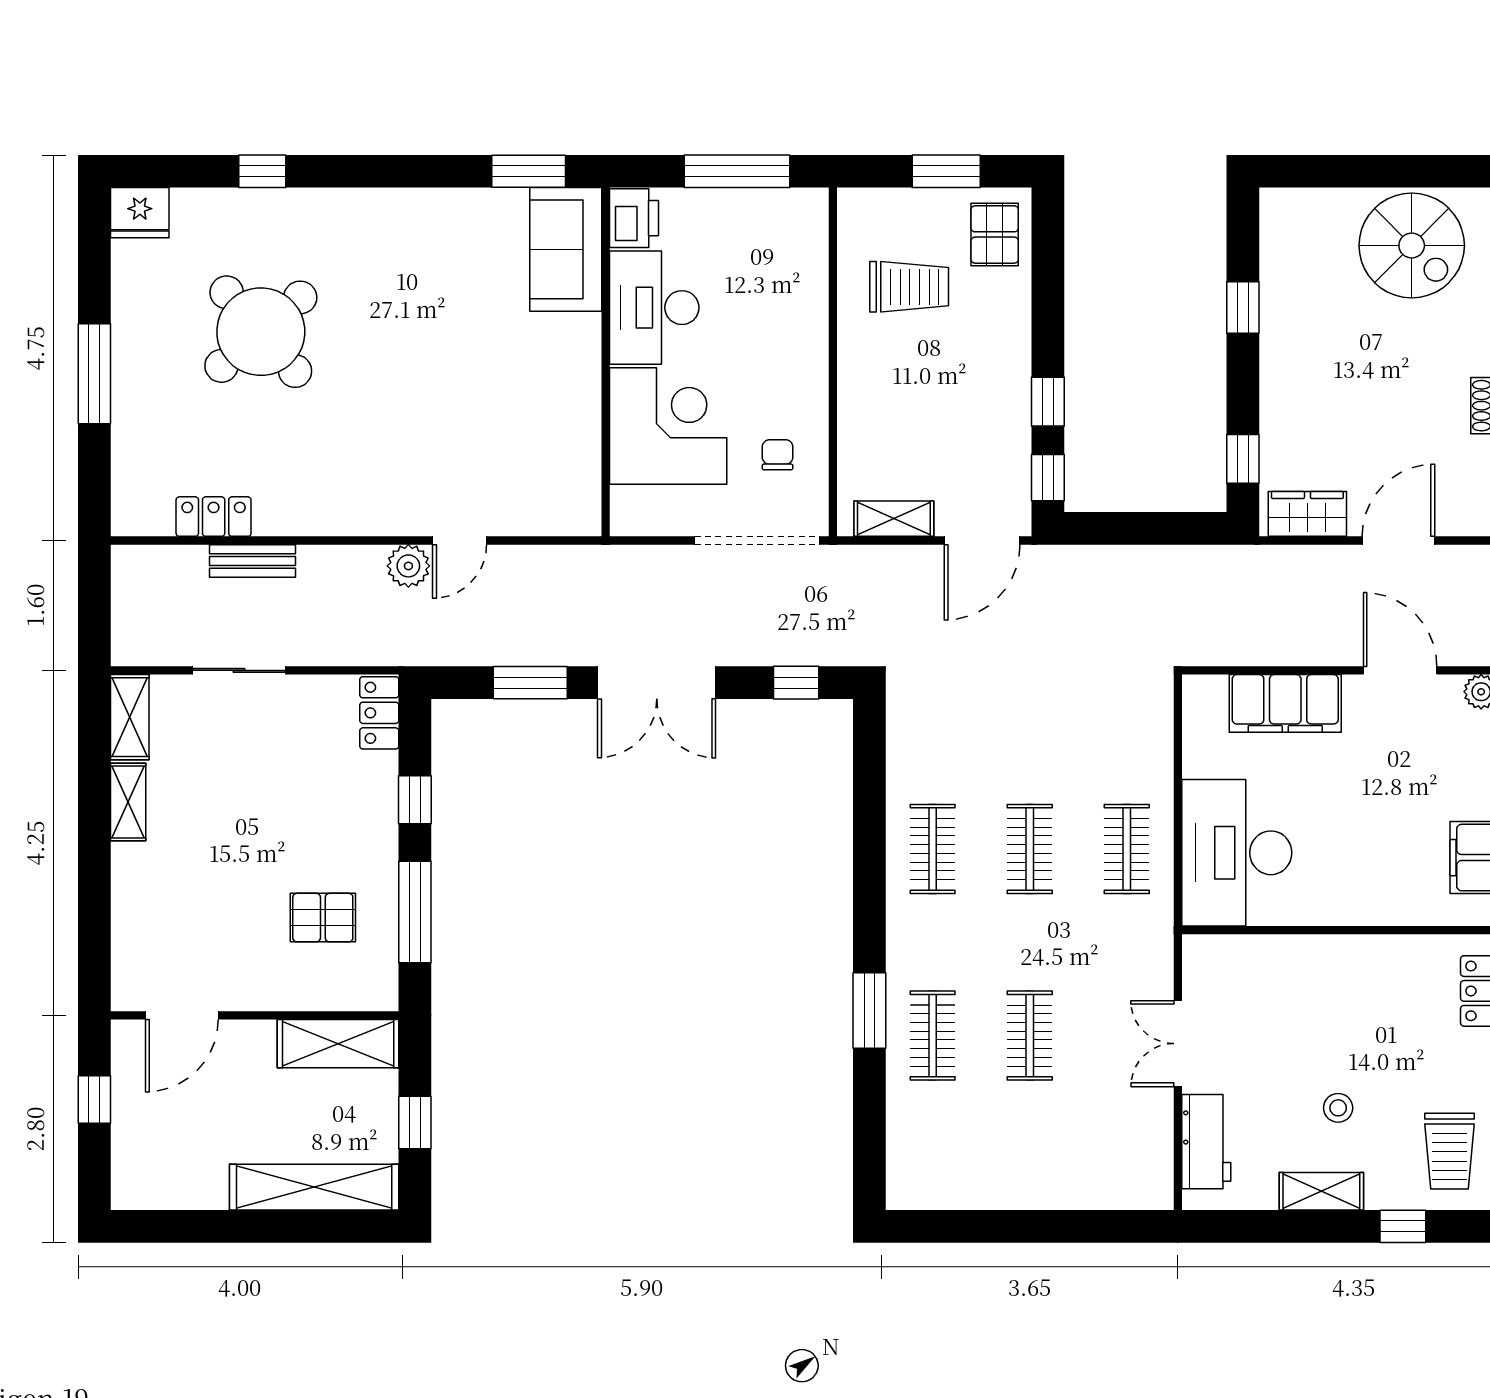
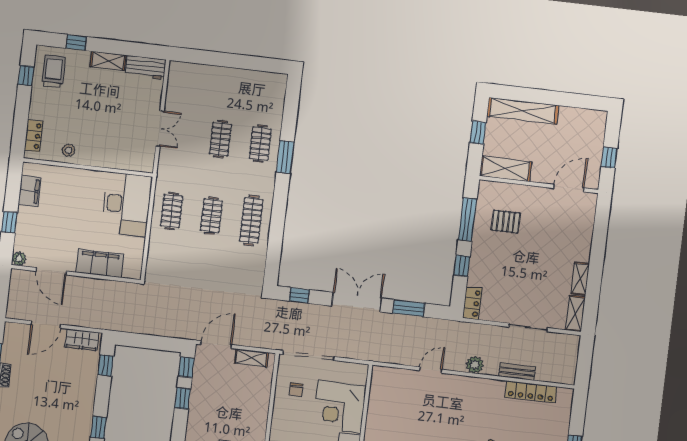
locker: (214, 517) -> (531, 392), width x1.53
plant: (408, 566) -> (475, 365), moved
clothes rail: (933, 849) -> (251, 220), width x1.36
stool: (1338, 1108) -> (68, 150), moved
workbench: (1206, 1142) -> (146, 68), moved, turned -90

